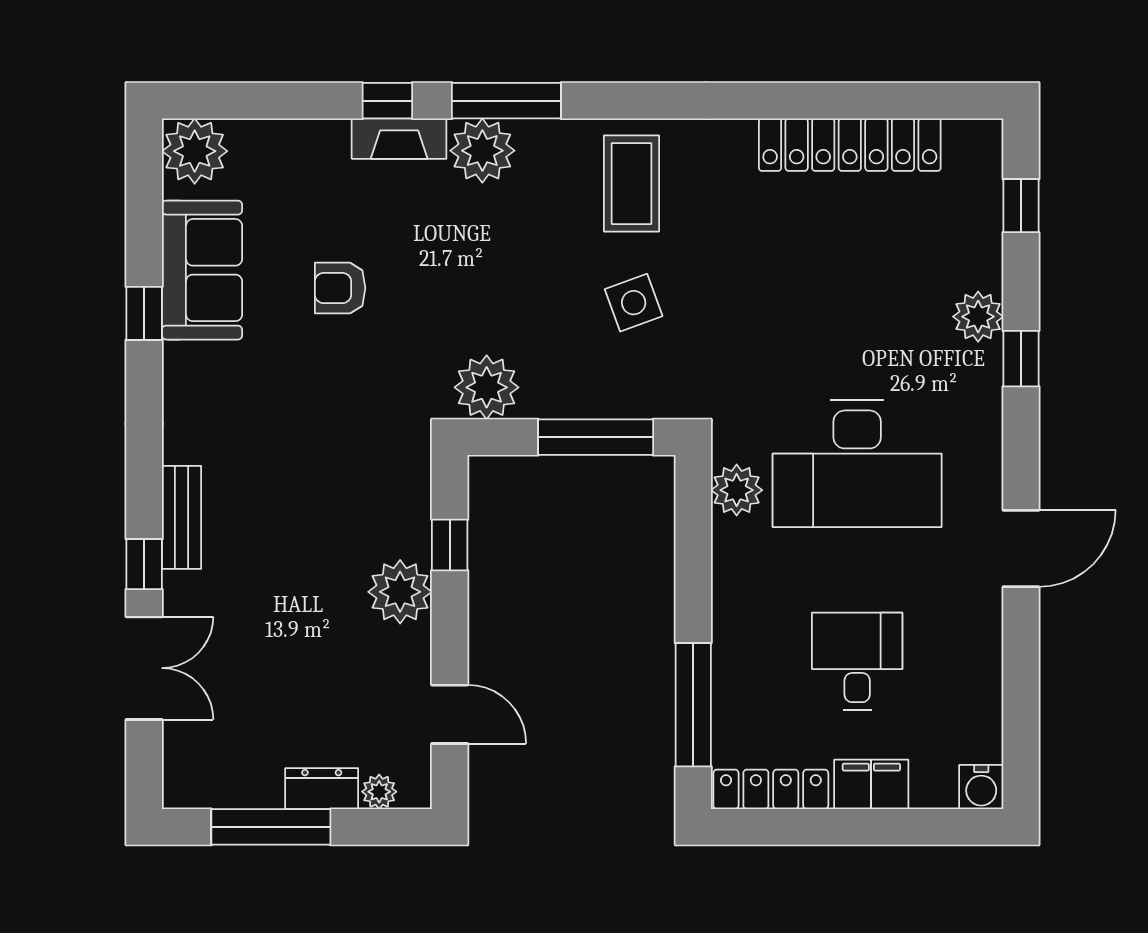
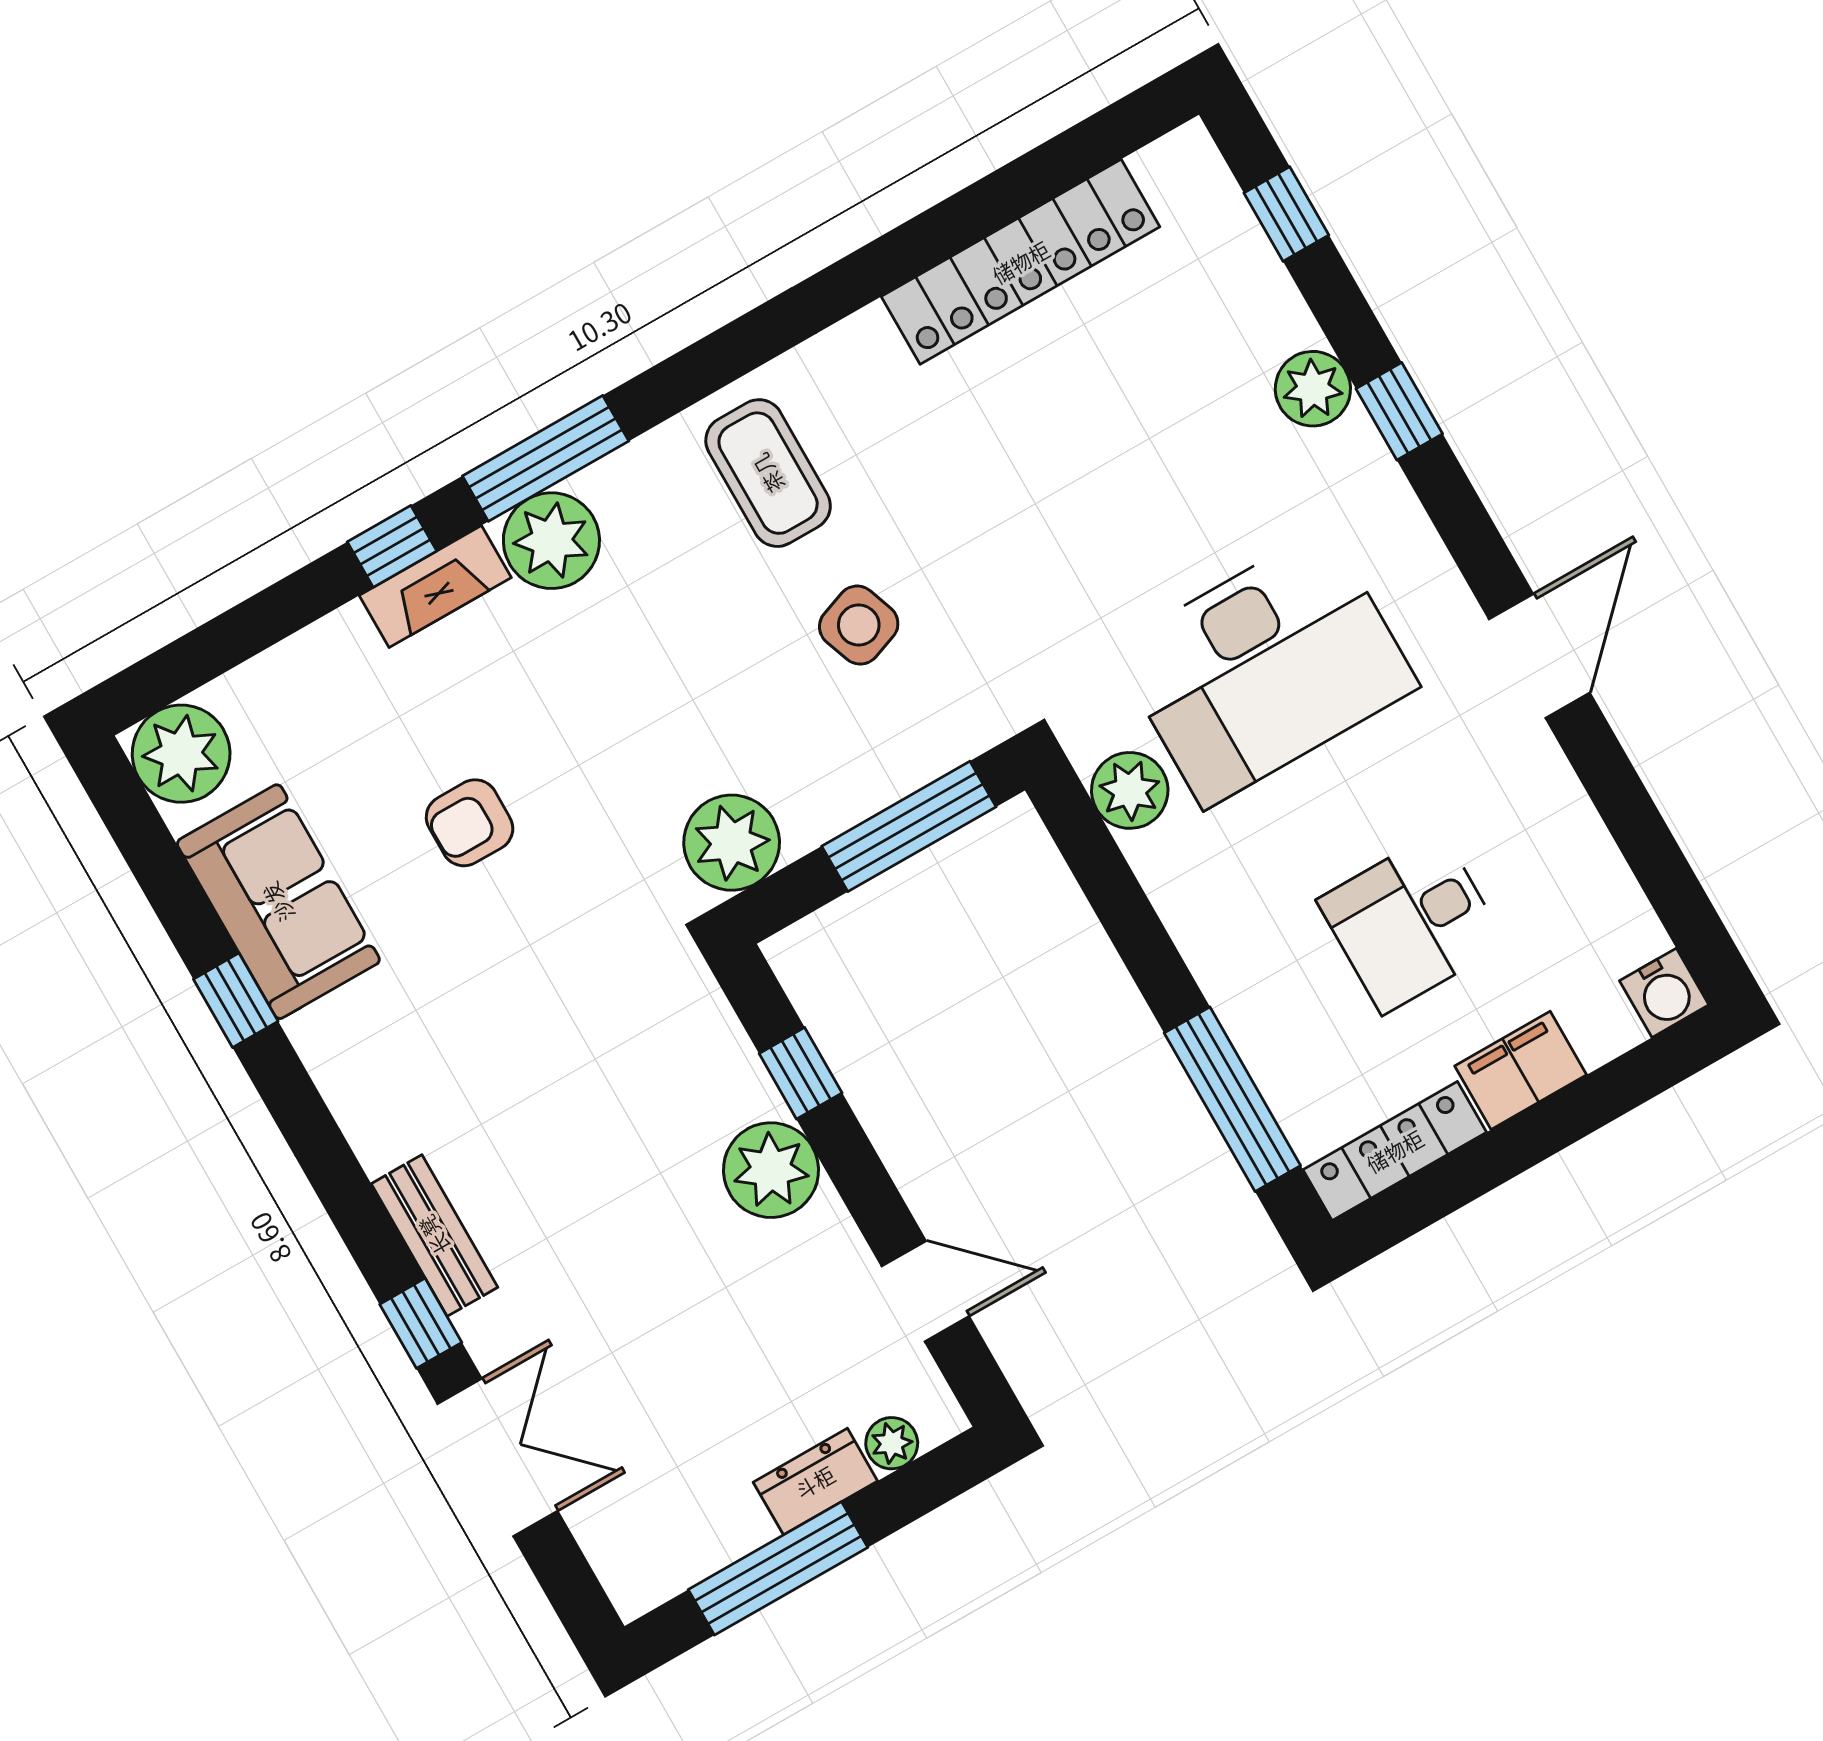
desk: (857, 661) -> (1411, 922), turned -90

